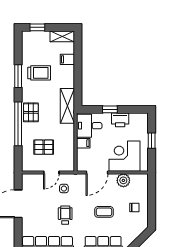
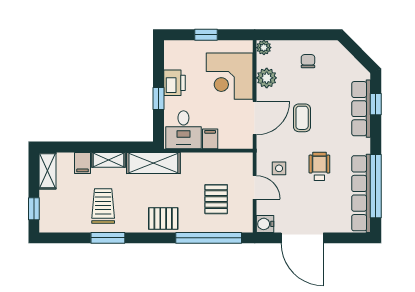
shelving: (69, 76) -> (109, 160), added
window: (18, 124) -> (209, 238), moved
door: (97, 173) -> (255, 118), hinge flipped
water cooler: (27, 179) -> (265, 224), added
plant: (143, 179) -> (264, 48), added
coffee table: (104, 212) -> (302, 118), moved
wheelchair: (65, 215) -> (319, 166), turned 90

